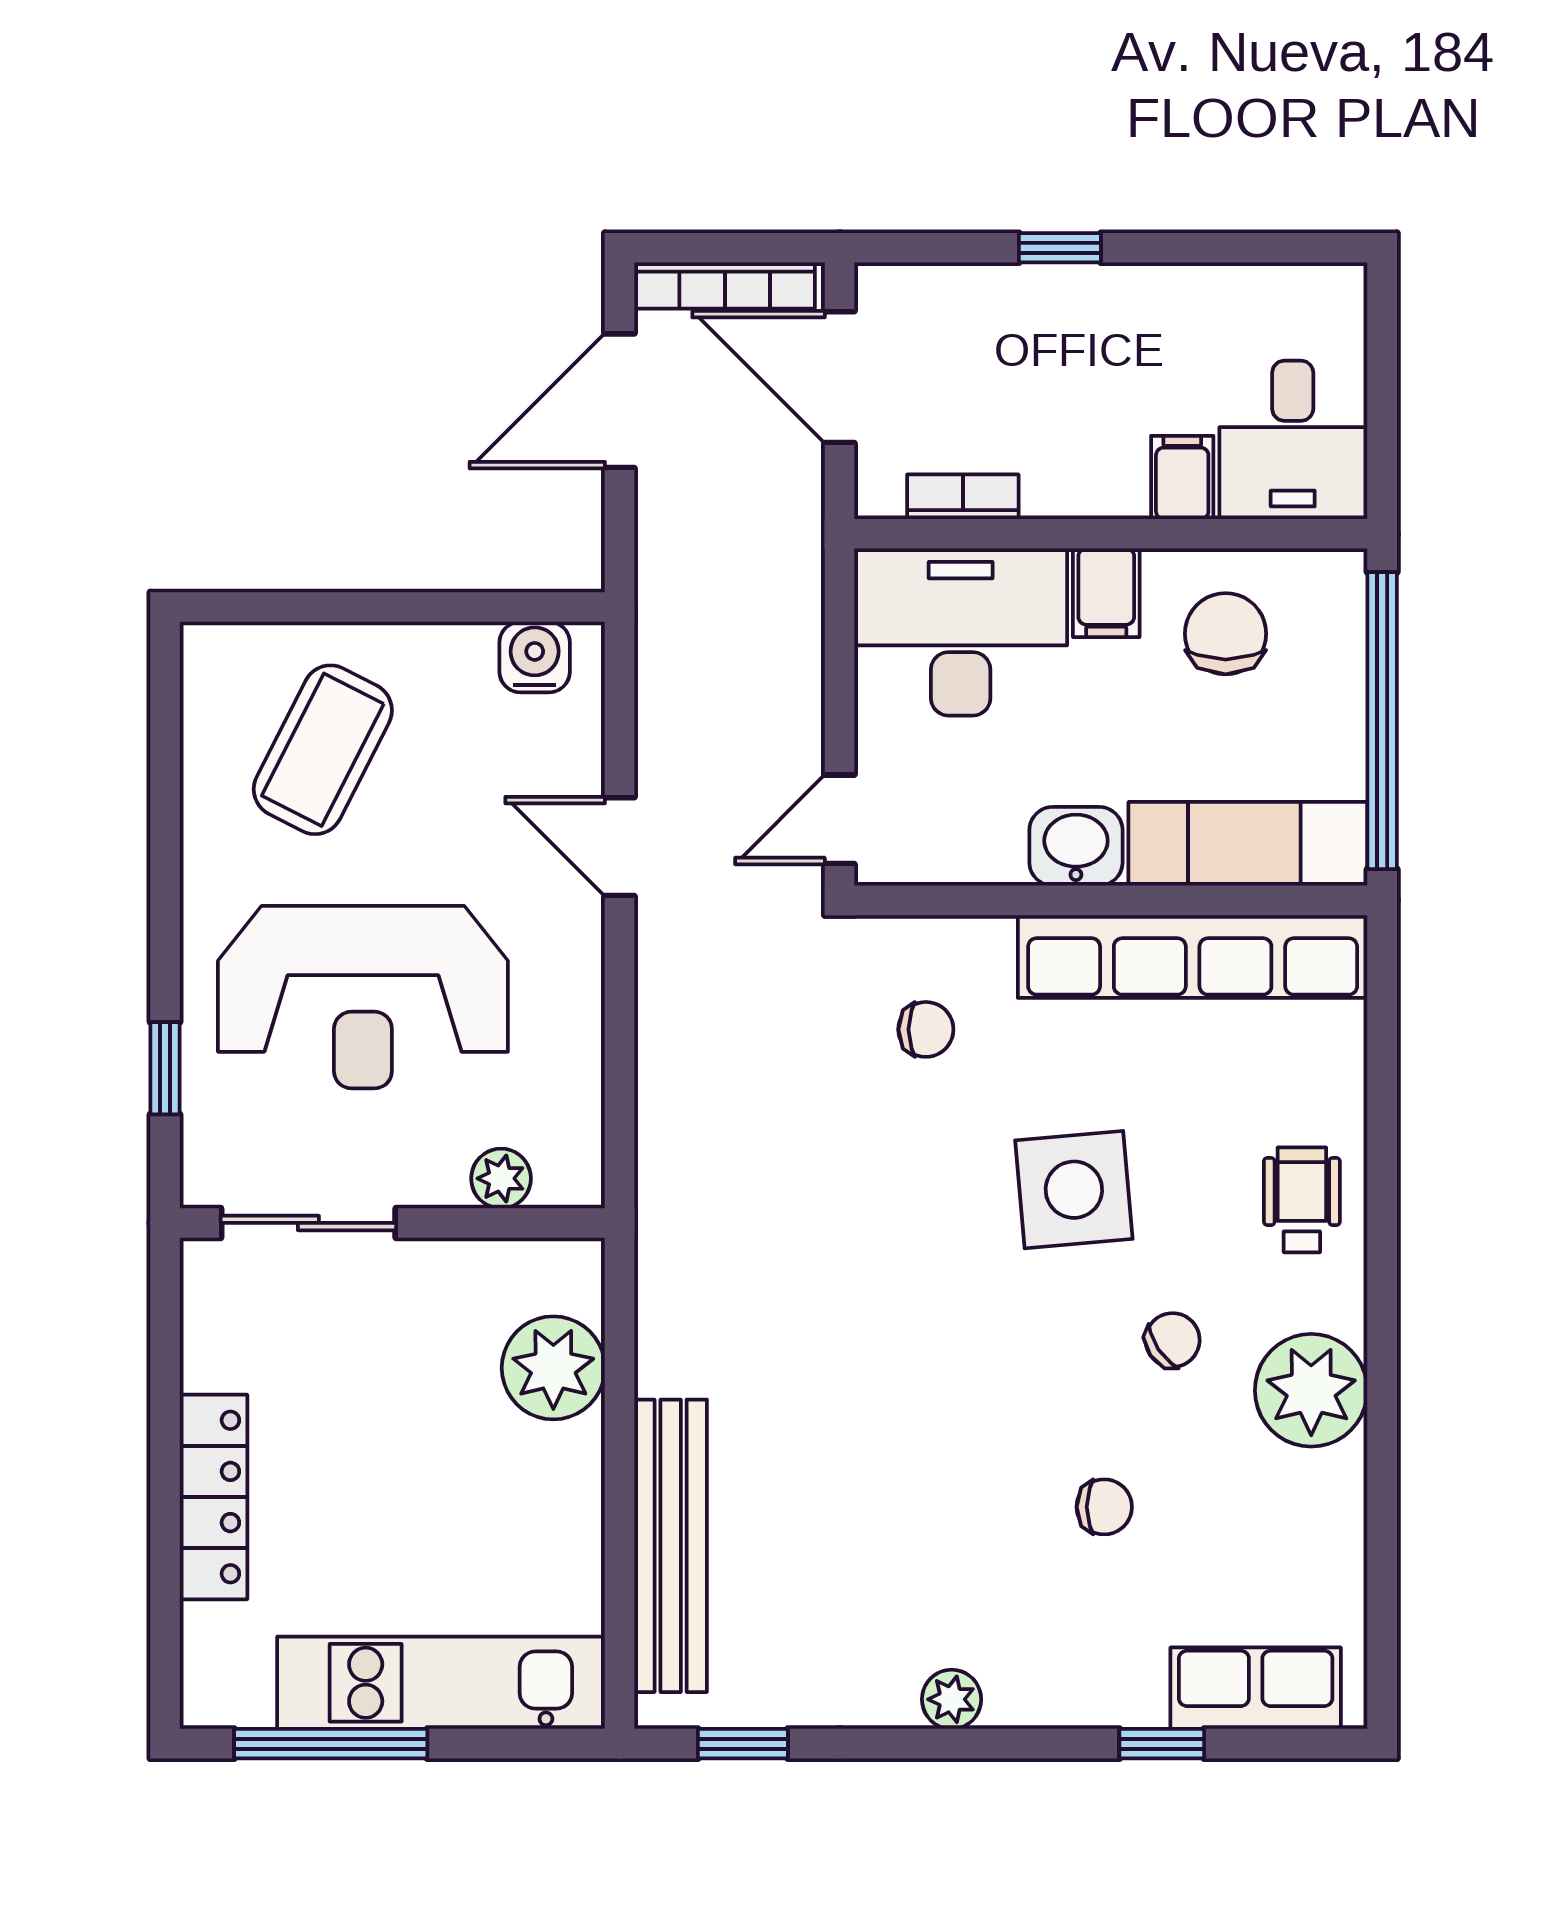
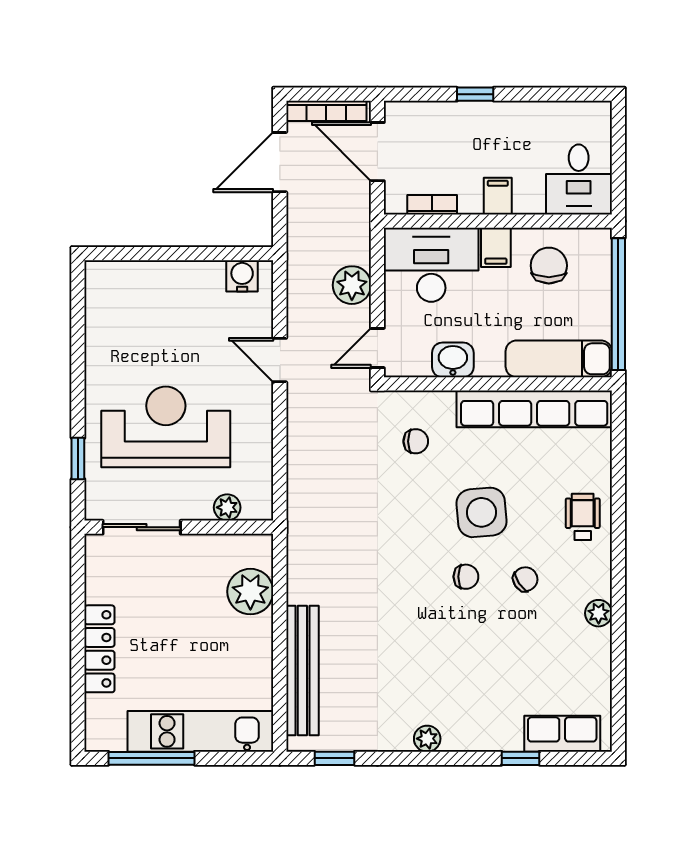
filing cabinet: (1182, 477) -> (498, 196), moved
plant: (782, 678) -> (352, 285), added
coffee table: (323, 750) -> (148, 317), removed
washbasin: (1076, 846) -> (453, 360), moved
reception desk: (363, 997) -> (166, 427), turned 180
plant: (1311, 1390) -> (599, 613), width x0.53, depth x0.53
chair: (1104, 1507) -> (466, 577), moved

